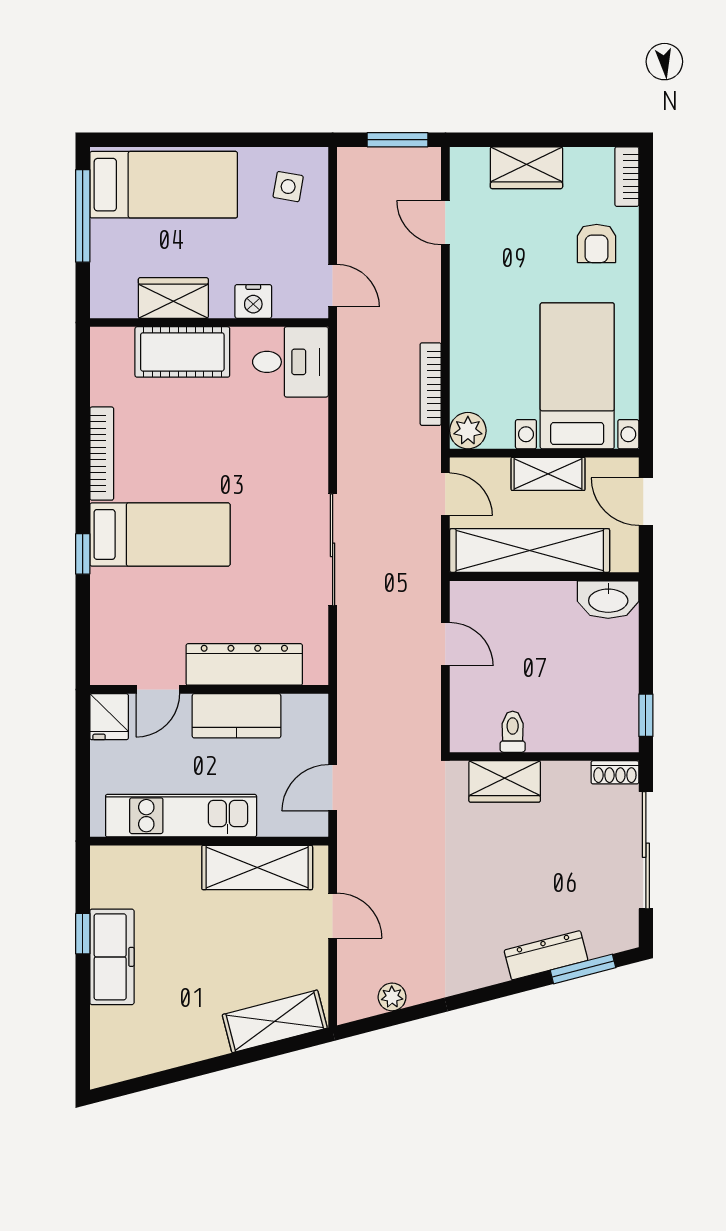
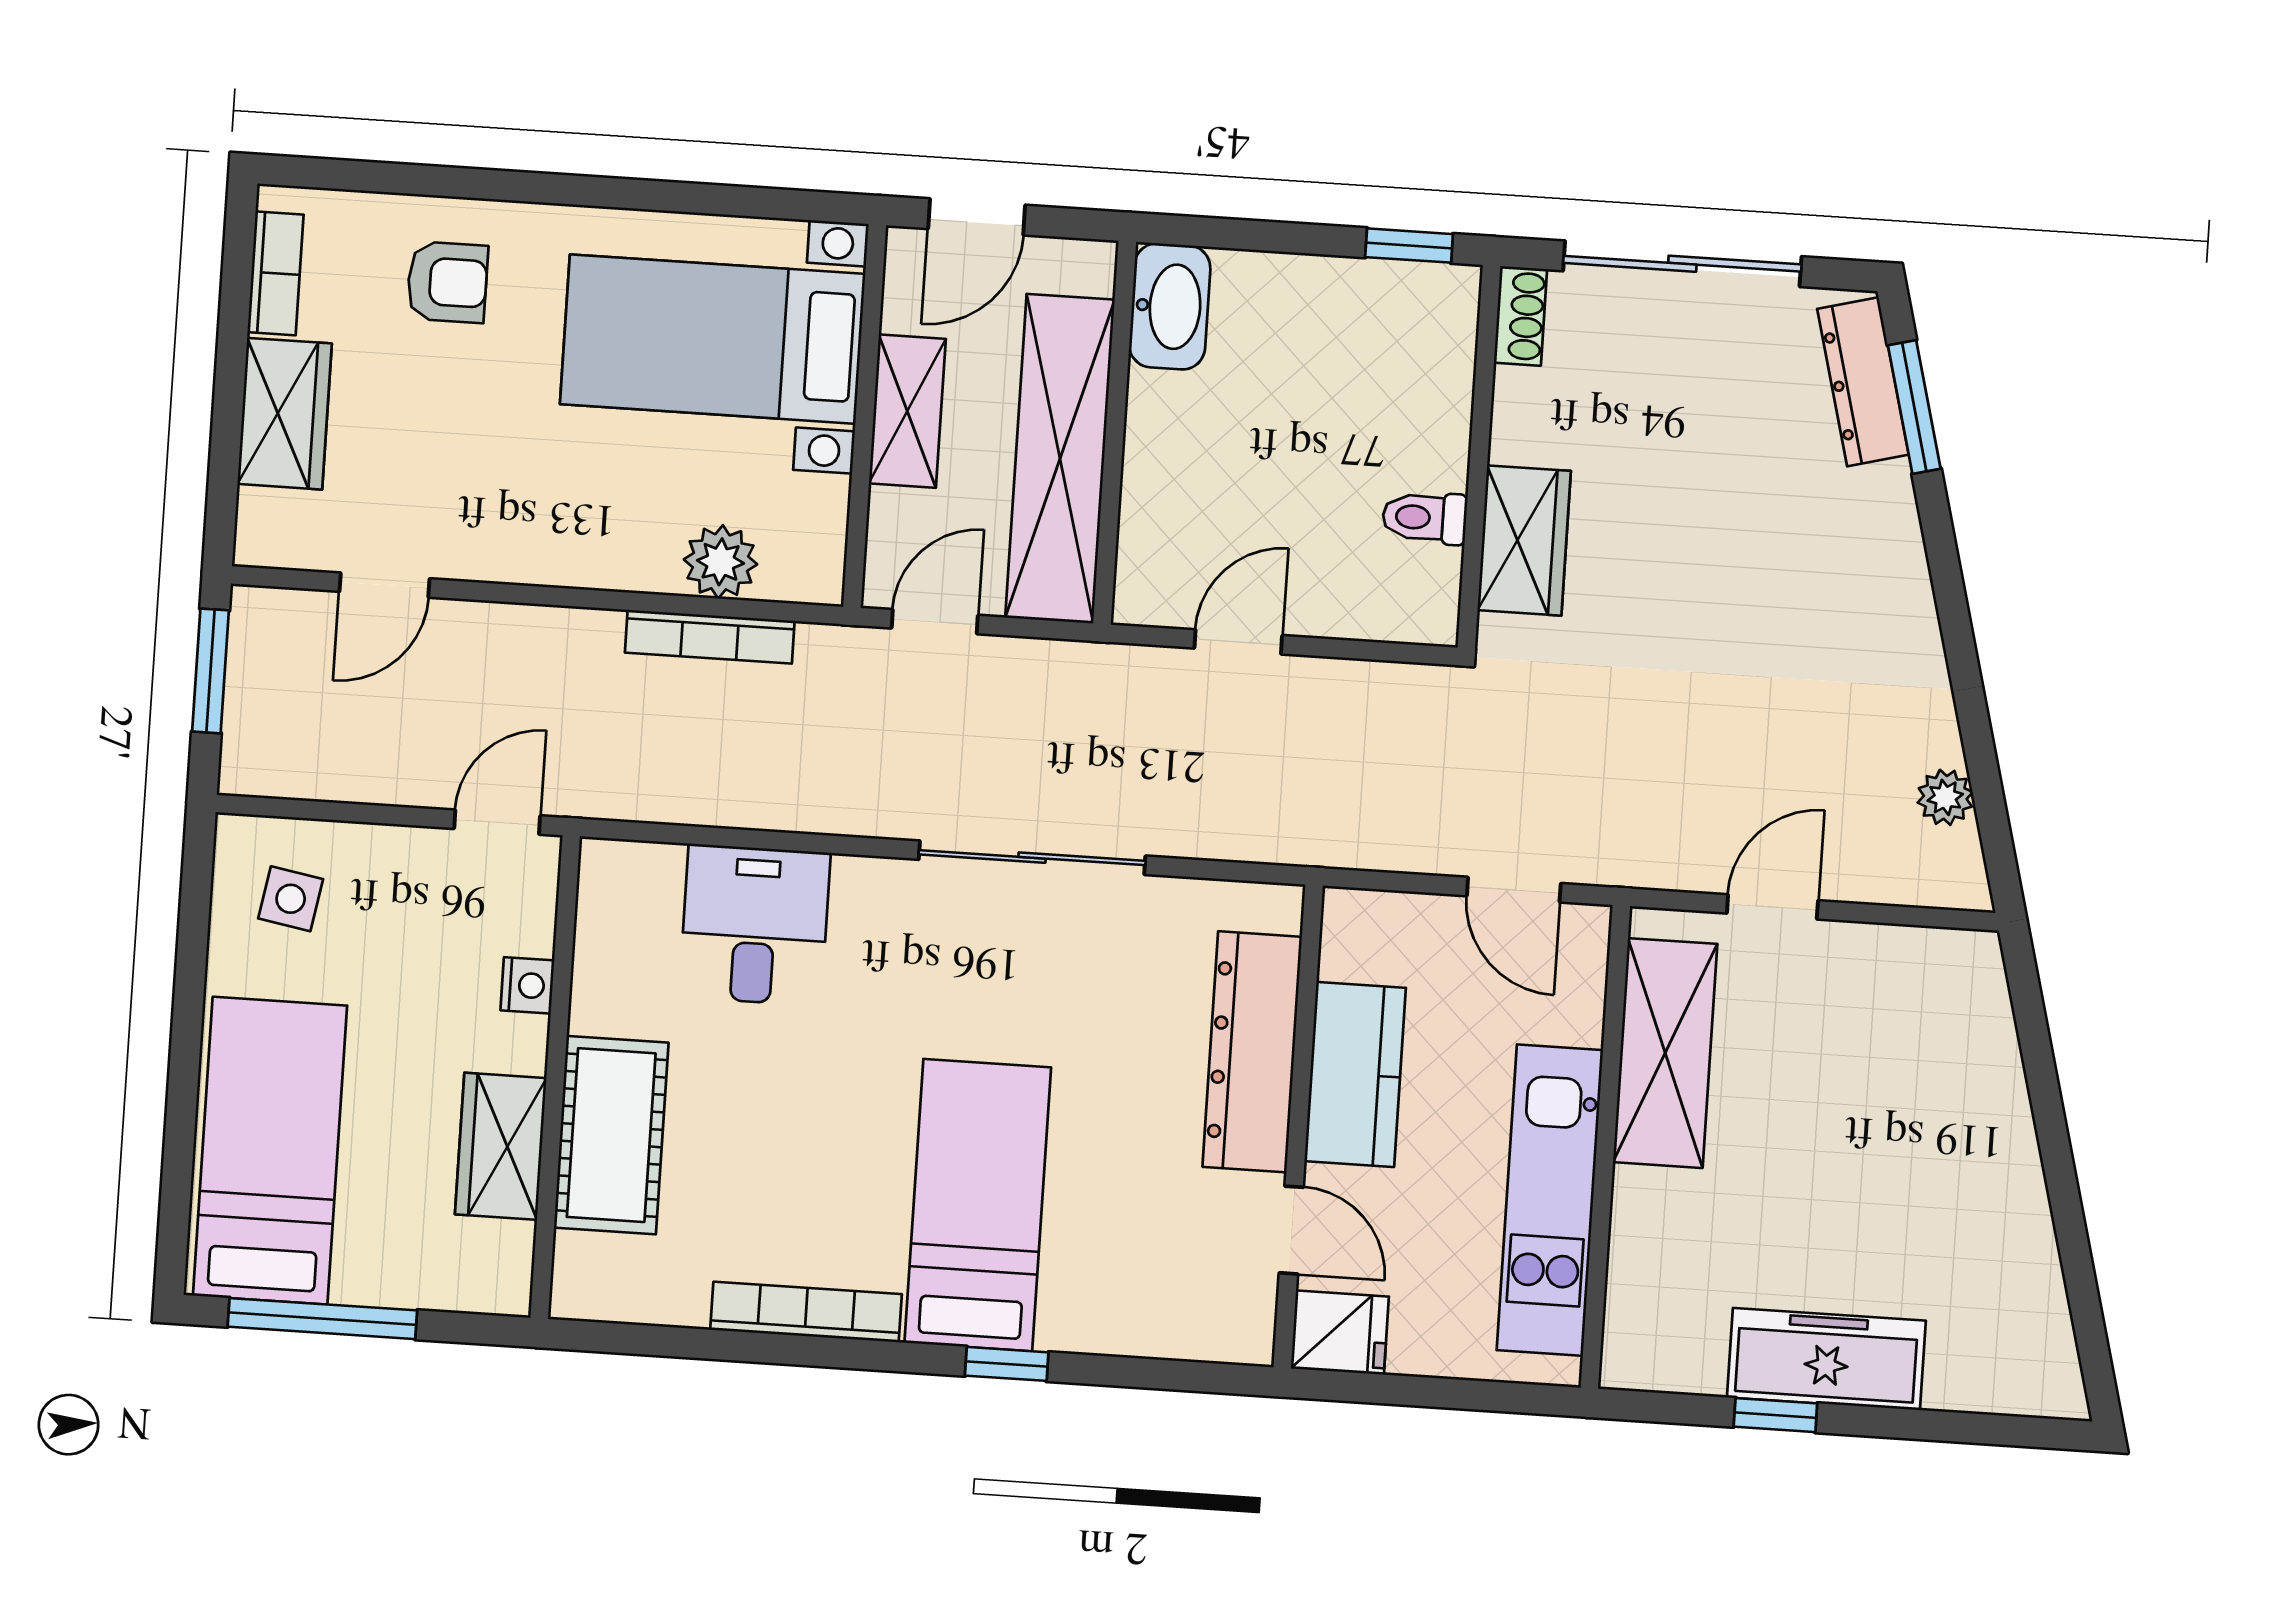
bookcase: (627, 177) -> (276, 273), moved, turned -90
nightstand: (253, 301) -> (527, 985), width x0.72, depth x0.74
desk: (290, 362) -> (755, 925), moved
plant: (468, 431) -> (720, 562), moved
dresser: (546, 955) -> (1863, 382), moved
shelving: (275, 1021) -> (1979, 1038), removed

